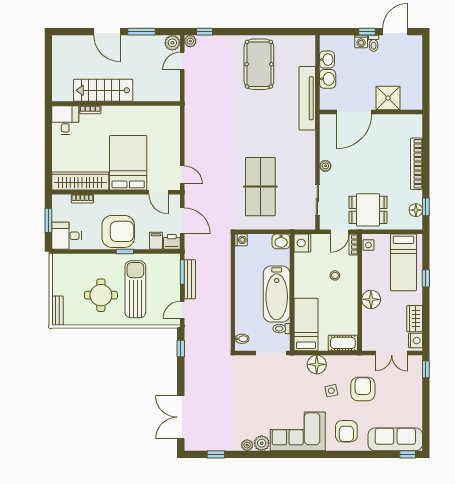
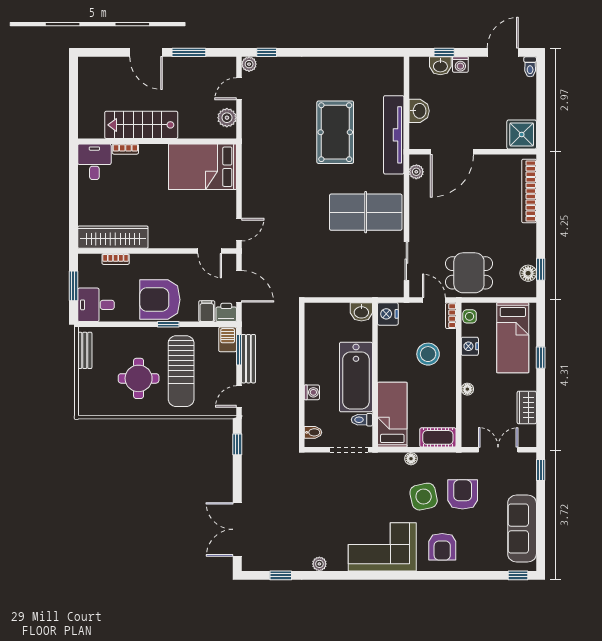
window: (367, 32) -> (444, 52), moved
plant: (172, 43) -> (227, 118), moved
toilet: (374, 43) -> (530, 67), moved
washbasin: (327, 60) -> (440, 66), moved, turned 90
pool table: (259, 64) -> (335, 132), moved
shower: (388, 98) -> (522, 134), moved
bed: (128, 163) -> (203, 167), moved, turned -90
bookcase: (417, 164) -> (529, 191), moved
plant: (325, 166) -> (416, 172), moved
door: (182, 175) -> (239, 230), hinge flipped
table tennis table: (260, 187) -> (366, 212), moved, turned 90
armchair: (118, 231) -> (160, 300), turned 180
door: (340, 232) -> (434, 300), swing flipped
washing machine: (241, 240) -> (312, 392), moved
barbecue: (173, 264) -> (228, 339), added
stool: (335, 275) -> (428, 354), width x1.89, depth x1.89
sun lounger: (135, 289) -> (181, 371), turned 180
floor lamp: (371, 299) -> (467, 389), width x0.53, depth x0.53
bench: (57, 311) -> (85, 350), moved
nightstand: (416, 341) -> (470, 346), moved, turned 180
double door: (392, 353) -> (498, 450), swing flipped
floor lamp: (317, 364) -> (411, 459), width x0.53, depth x0.53
side table: (331, 391) -> (424, 497), width x1.87, depth x1.87
sofa: (395, 439) -> (522, 529), moved, turned -90
plant: (262, 443) -> (337, 561), removed

